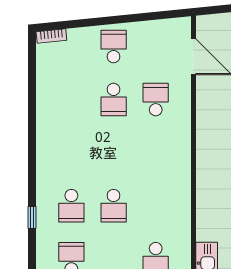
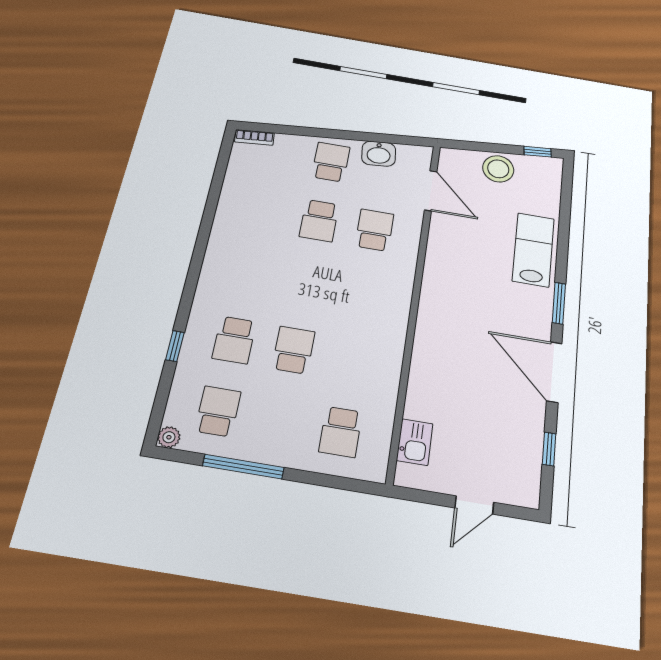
washbasin: (149, 31) -> (379, 154), added
school desk: (114, 206) -> (294, 350), turned 180

